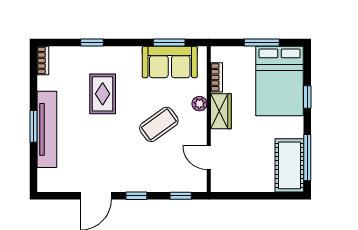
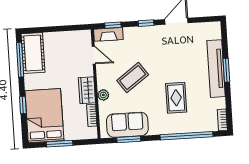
window: (92, 42) -> (186, 136), width x3.17
fireplace: (188, 184) -> (108, 34), added

